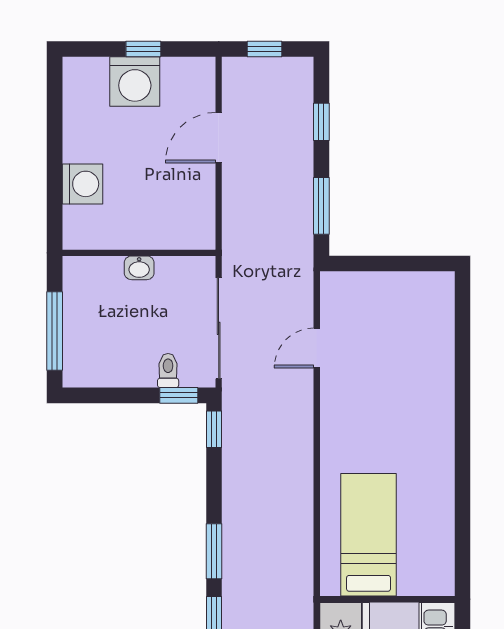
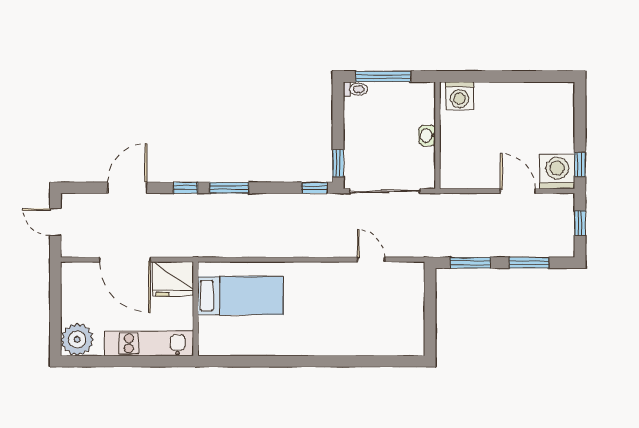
window: (143, 49) -> (580, 164), moved
washing machine: (135, 81) -> (557, 172), moved, turned 90
window: (321, 122) -> (529, 263), width x1.50
washing machine: (82, 184) -> (460, 96), moved
toilet: (168, 371) -> (355, 89), moved

